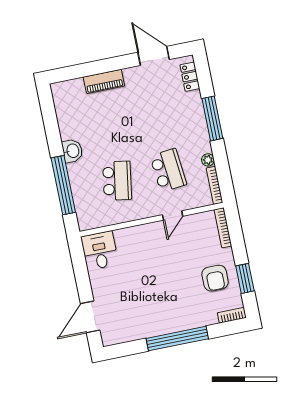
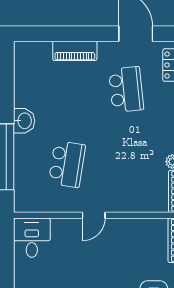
school desk: (168, 170) -> (126, 89), moved
door: (173, 215) -> (94, 215), moved

